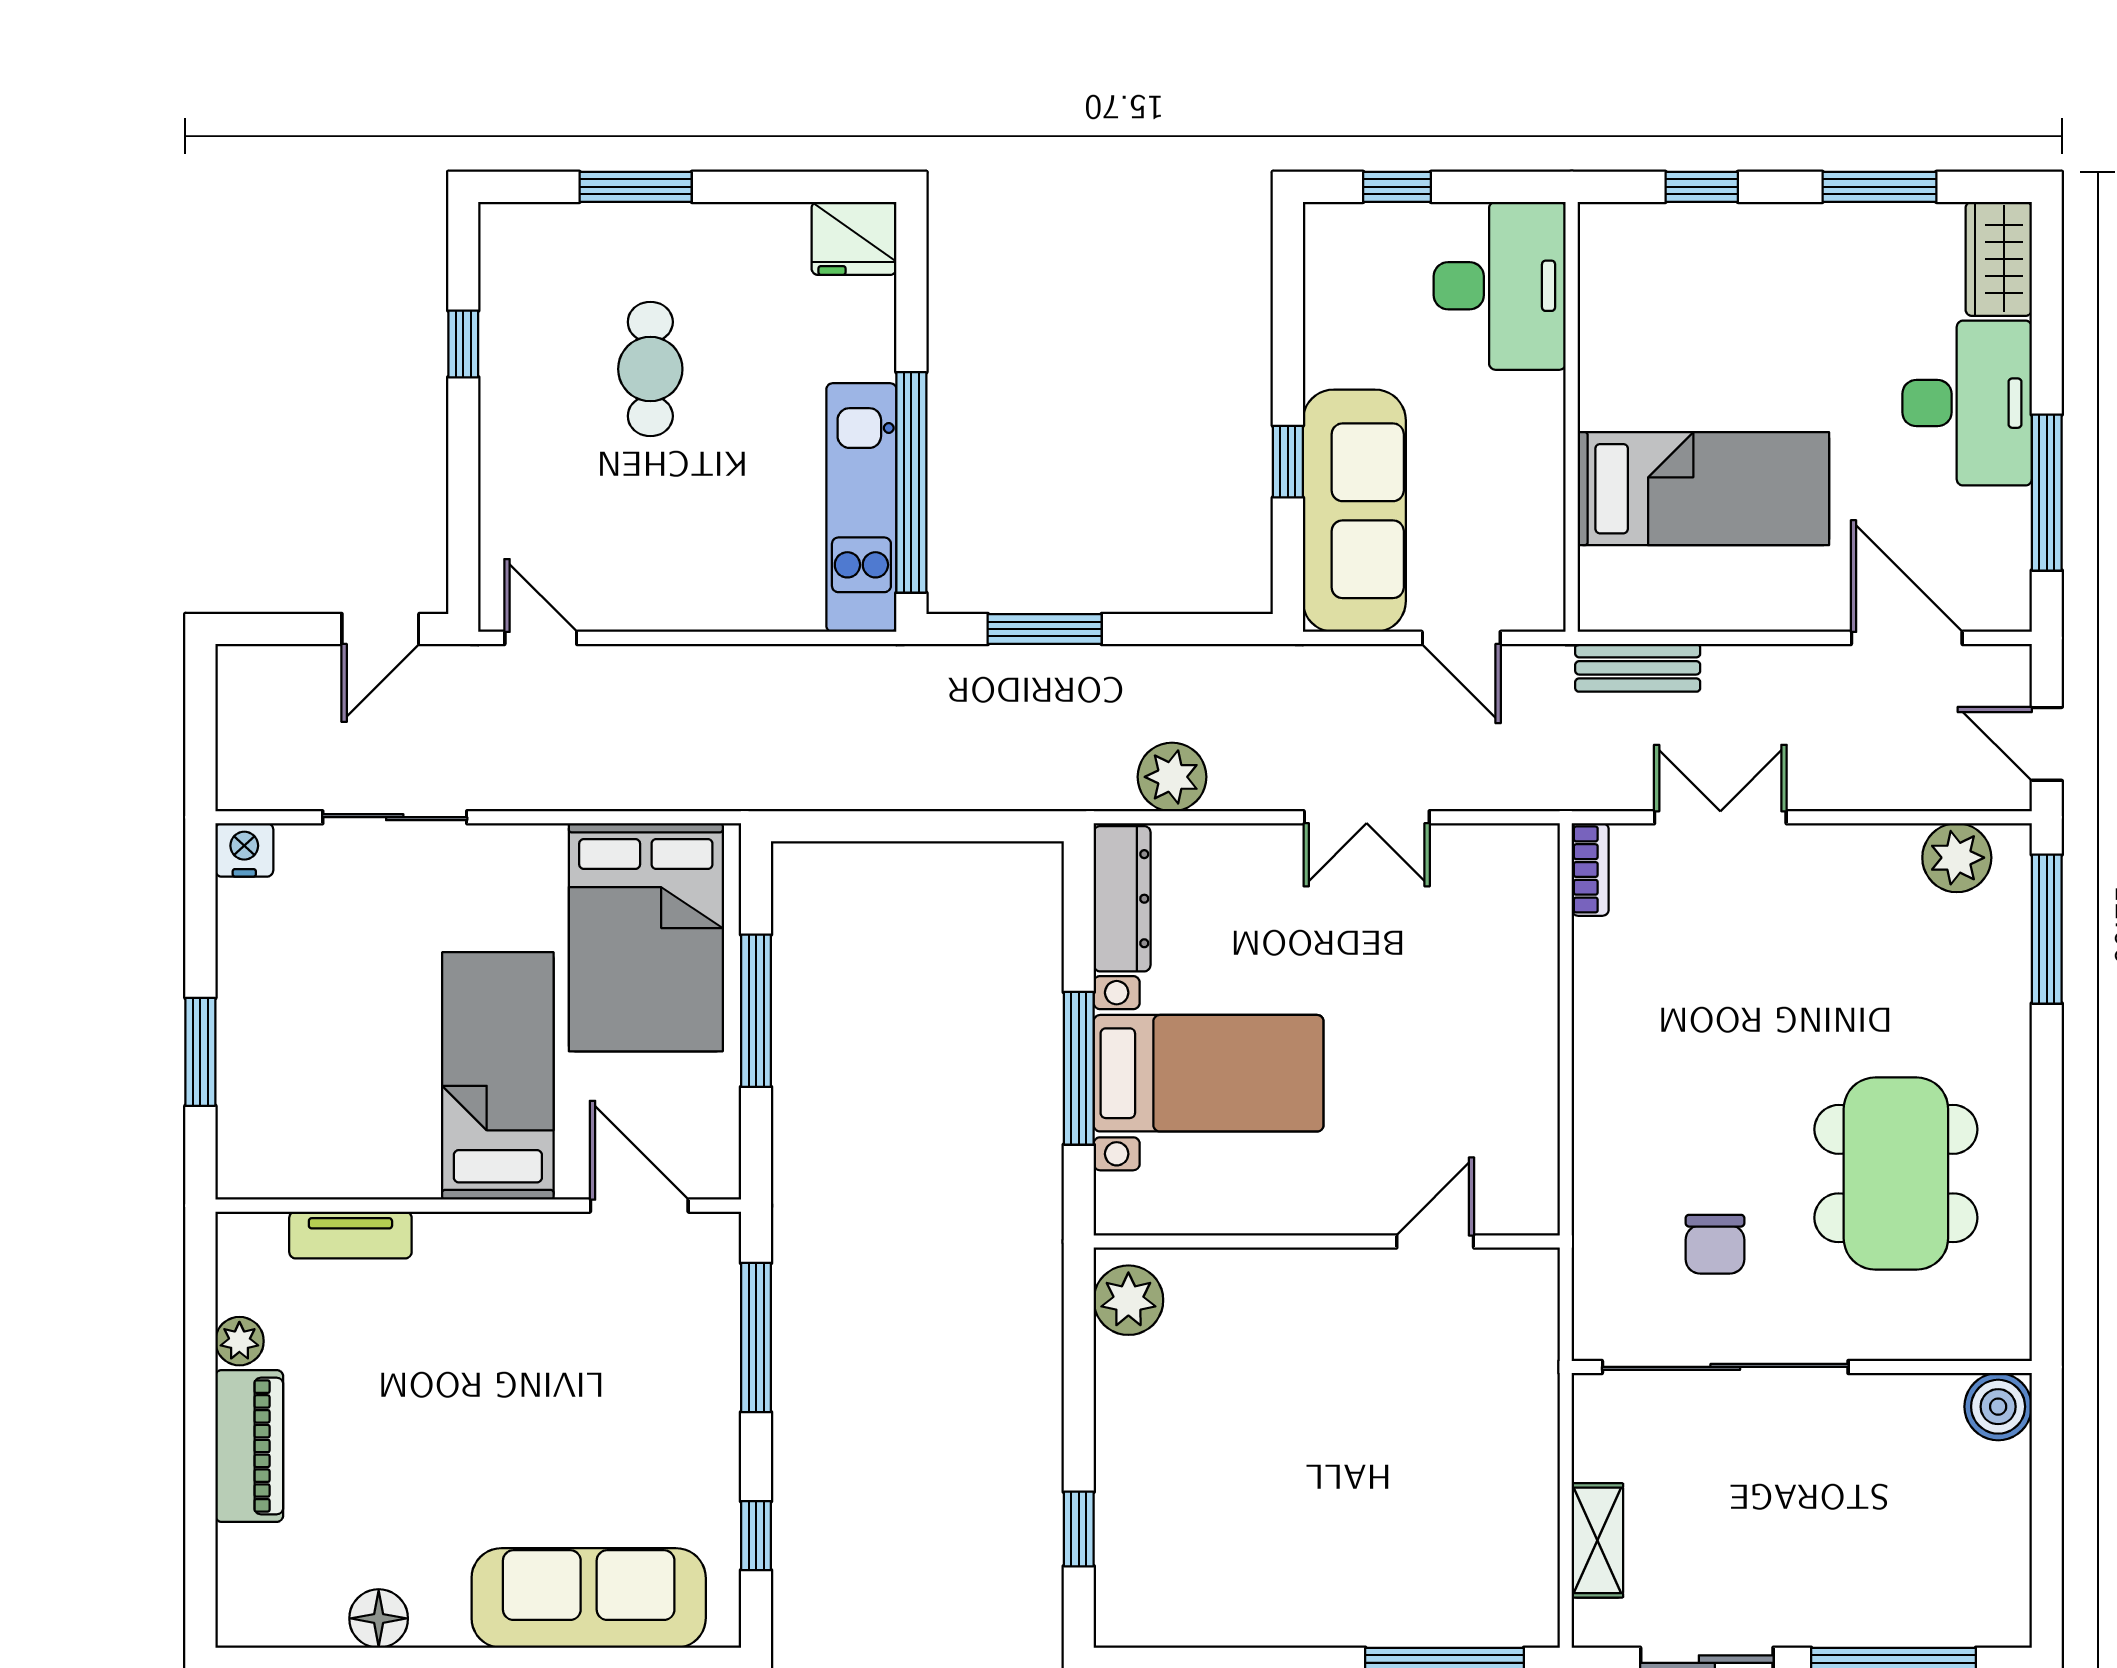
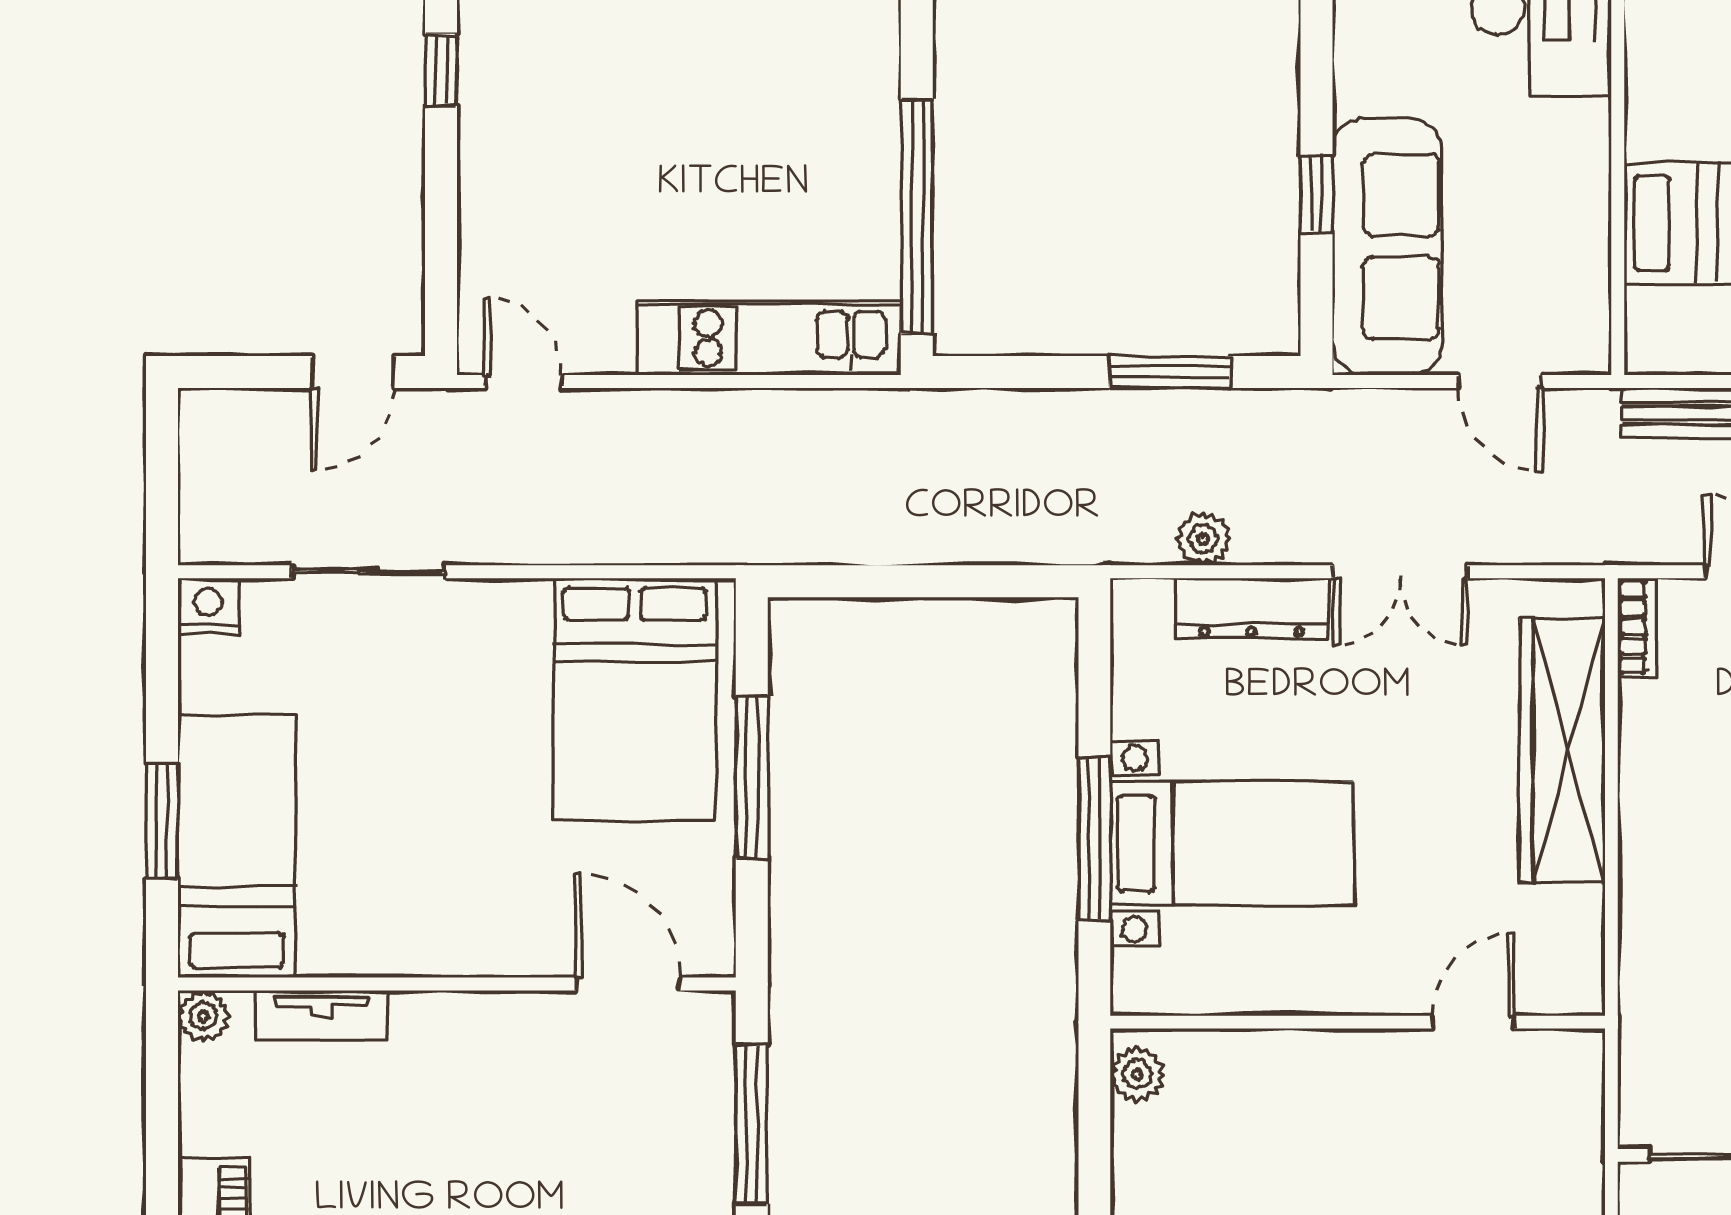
cafe table: (650, 369) -> (640, 96), removed
kitchen unit: (861, 508) -> (769, 338), moved, turned 90
window: (1045, 629) -> (1170, 372), moved
plant: (1172, 777) -> (1203, 539), width x0.73, depth x0.73
dresser: (1122, 899) -> (1252, 608), moved, turned 90
wardrobe: (1519, 985) -> (1562, 750), added
bed: (498, 1076) -> (237, 846), moved
plant: (1128, 1300) -> (1137, 1074), width x0.73, depth x0.73
plant: (239, 1341) -> (203, 1016), moved

